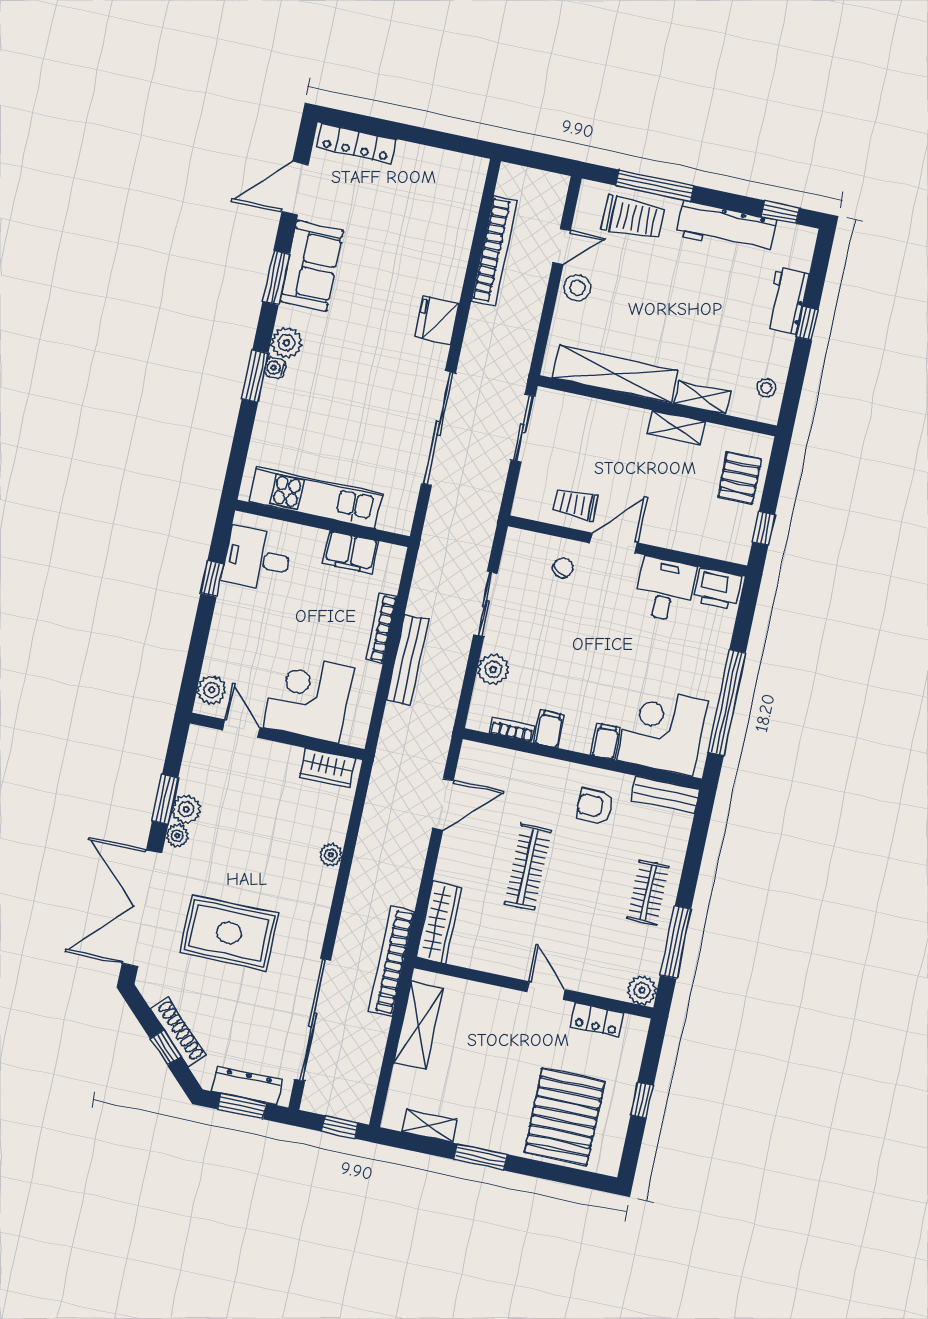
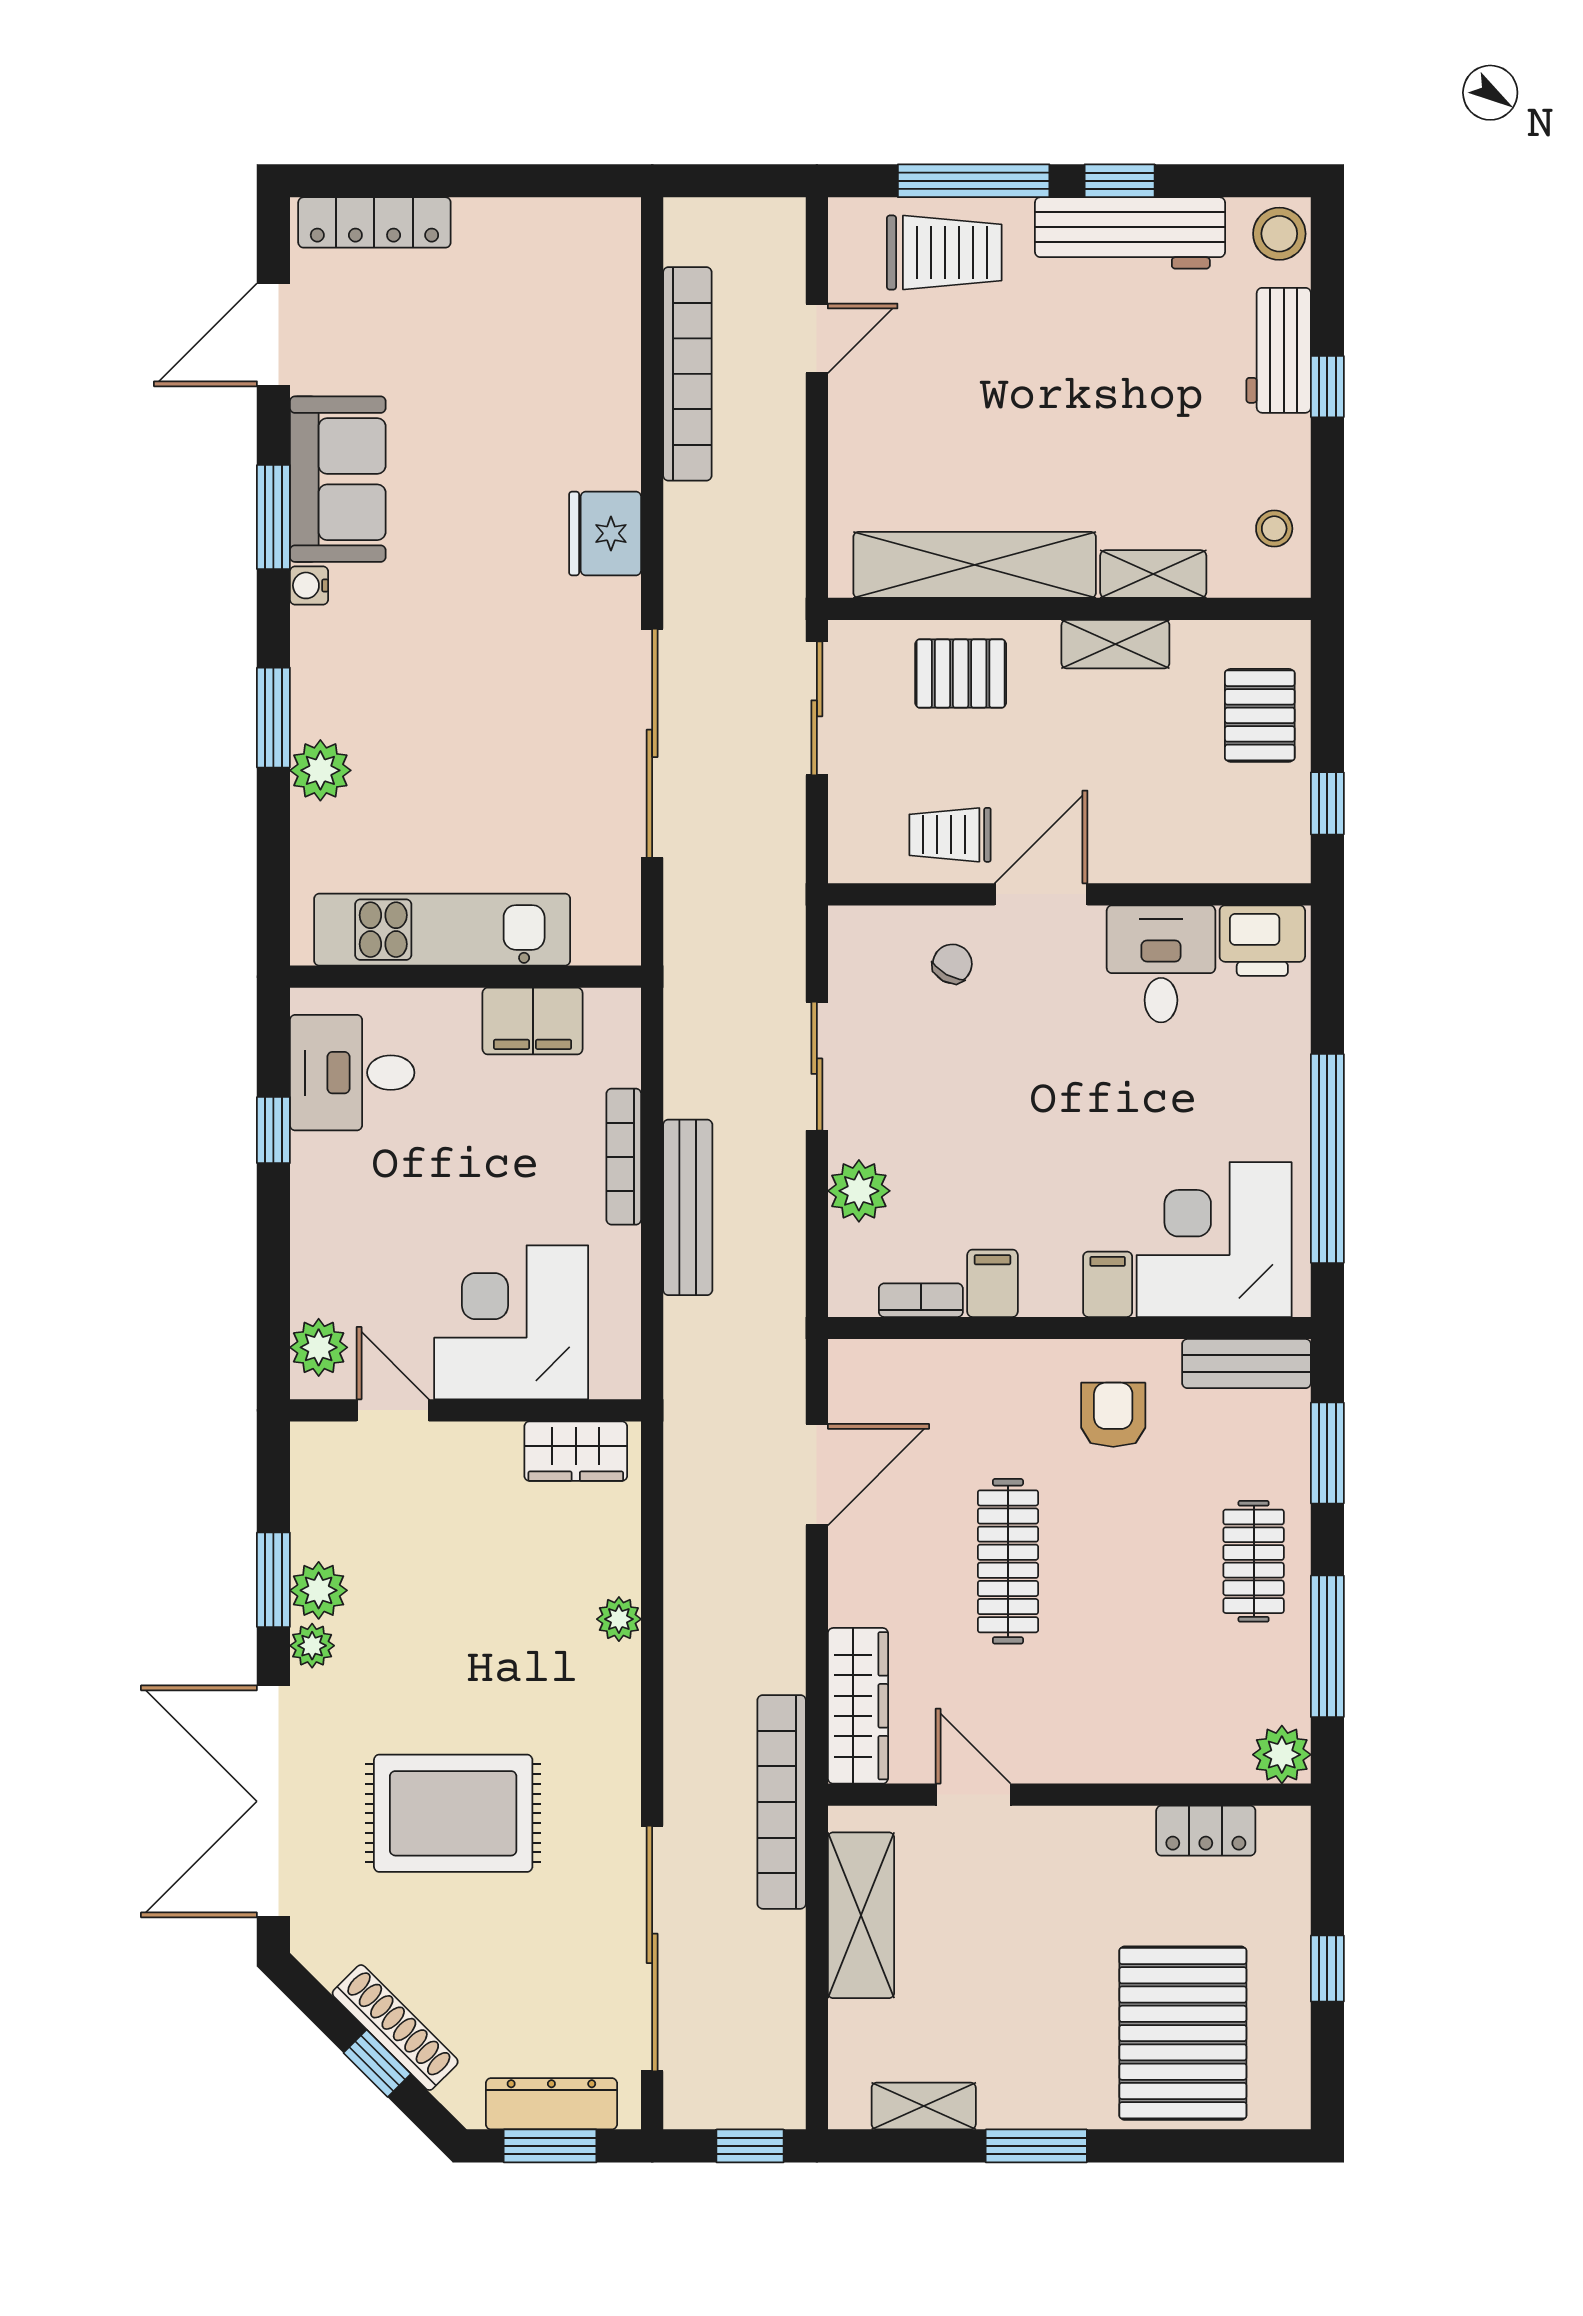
window: (780, 212) -> (1120, 181), moved
stool: (577, 288) -> (1279, 234), moved
plant: (286, 343) -> (320, 770), moved
water cooler: (275, 368) -> (309, 585), moved
pallet: (597, 426) -> (961, 674), added
armchair: (595, 806) -> (1113, 1415), turned 90
window: (696, 847) -> (1327, 1453), added
door: (546, 991) -> (973, 1795), moved

